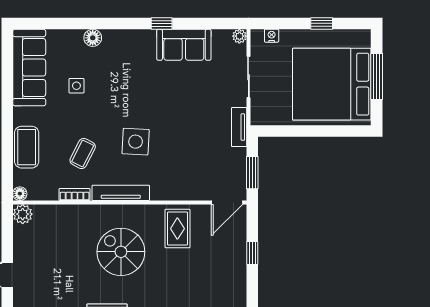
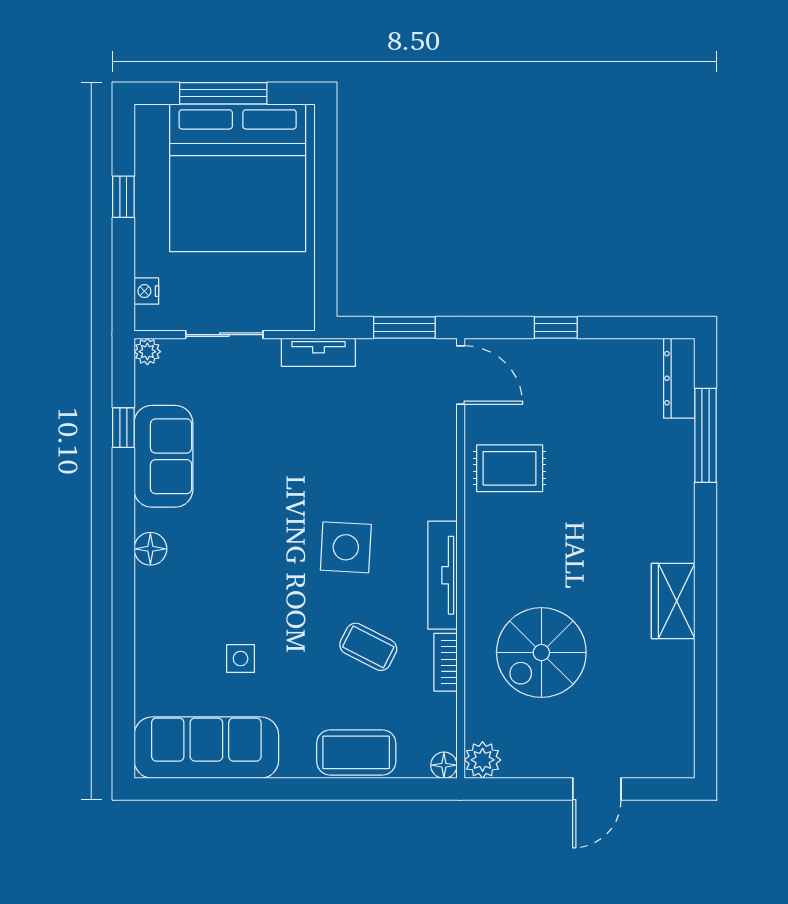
window: (162, 23) -> (123, 428), moved
floor lamp: (93, 38) -> (150, 549), moved
spiral stairs: (121, 252) -> (541, 653), moved

